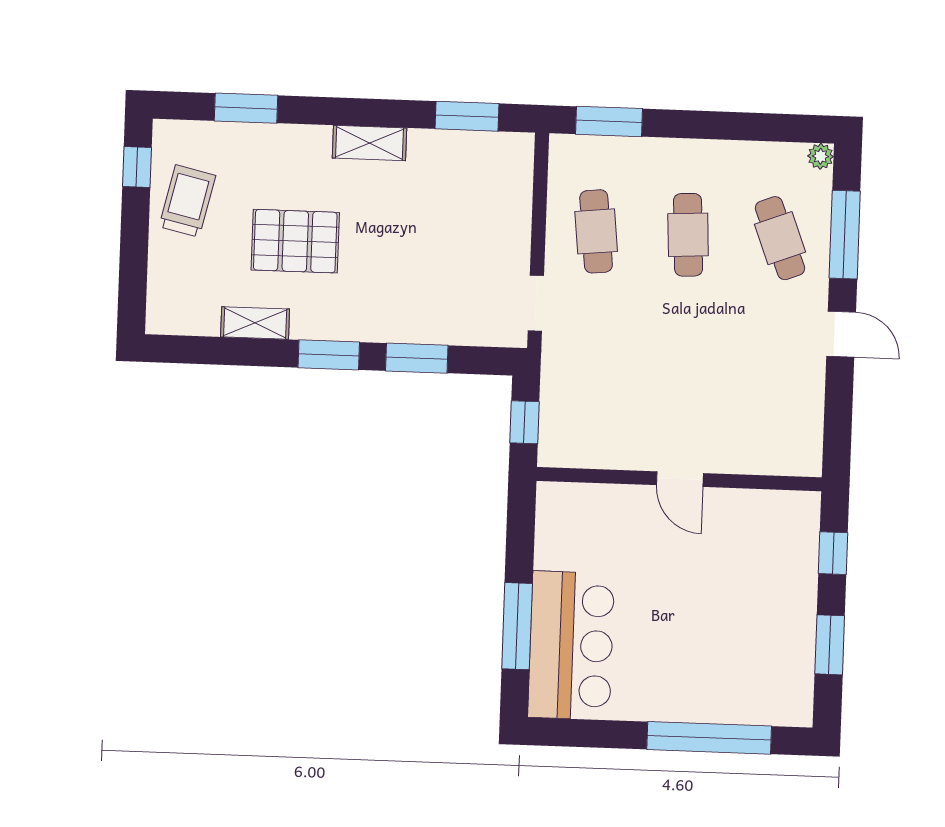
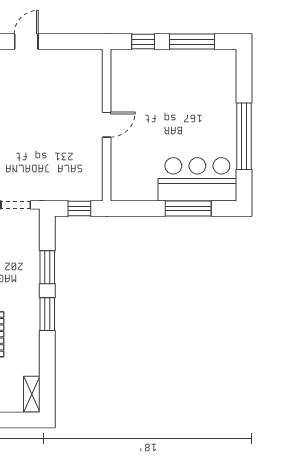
shelving: (255, 323) -> (32, 394), moved
window: (830, 645) -> (192, 42), width x1.44
window: (709, 738) -> (244, 136), moved

